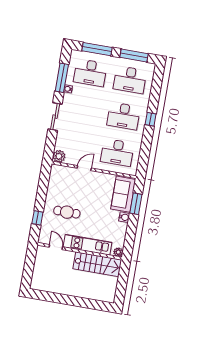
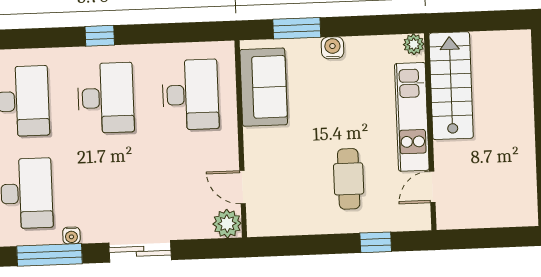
door: (84, 168) -> (243, 187), moved
sofa: (123, 194) -> (264, 87), moved, turned -90

